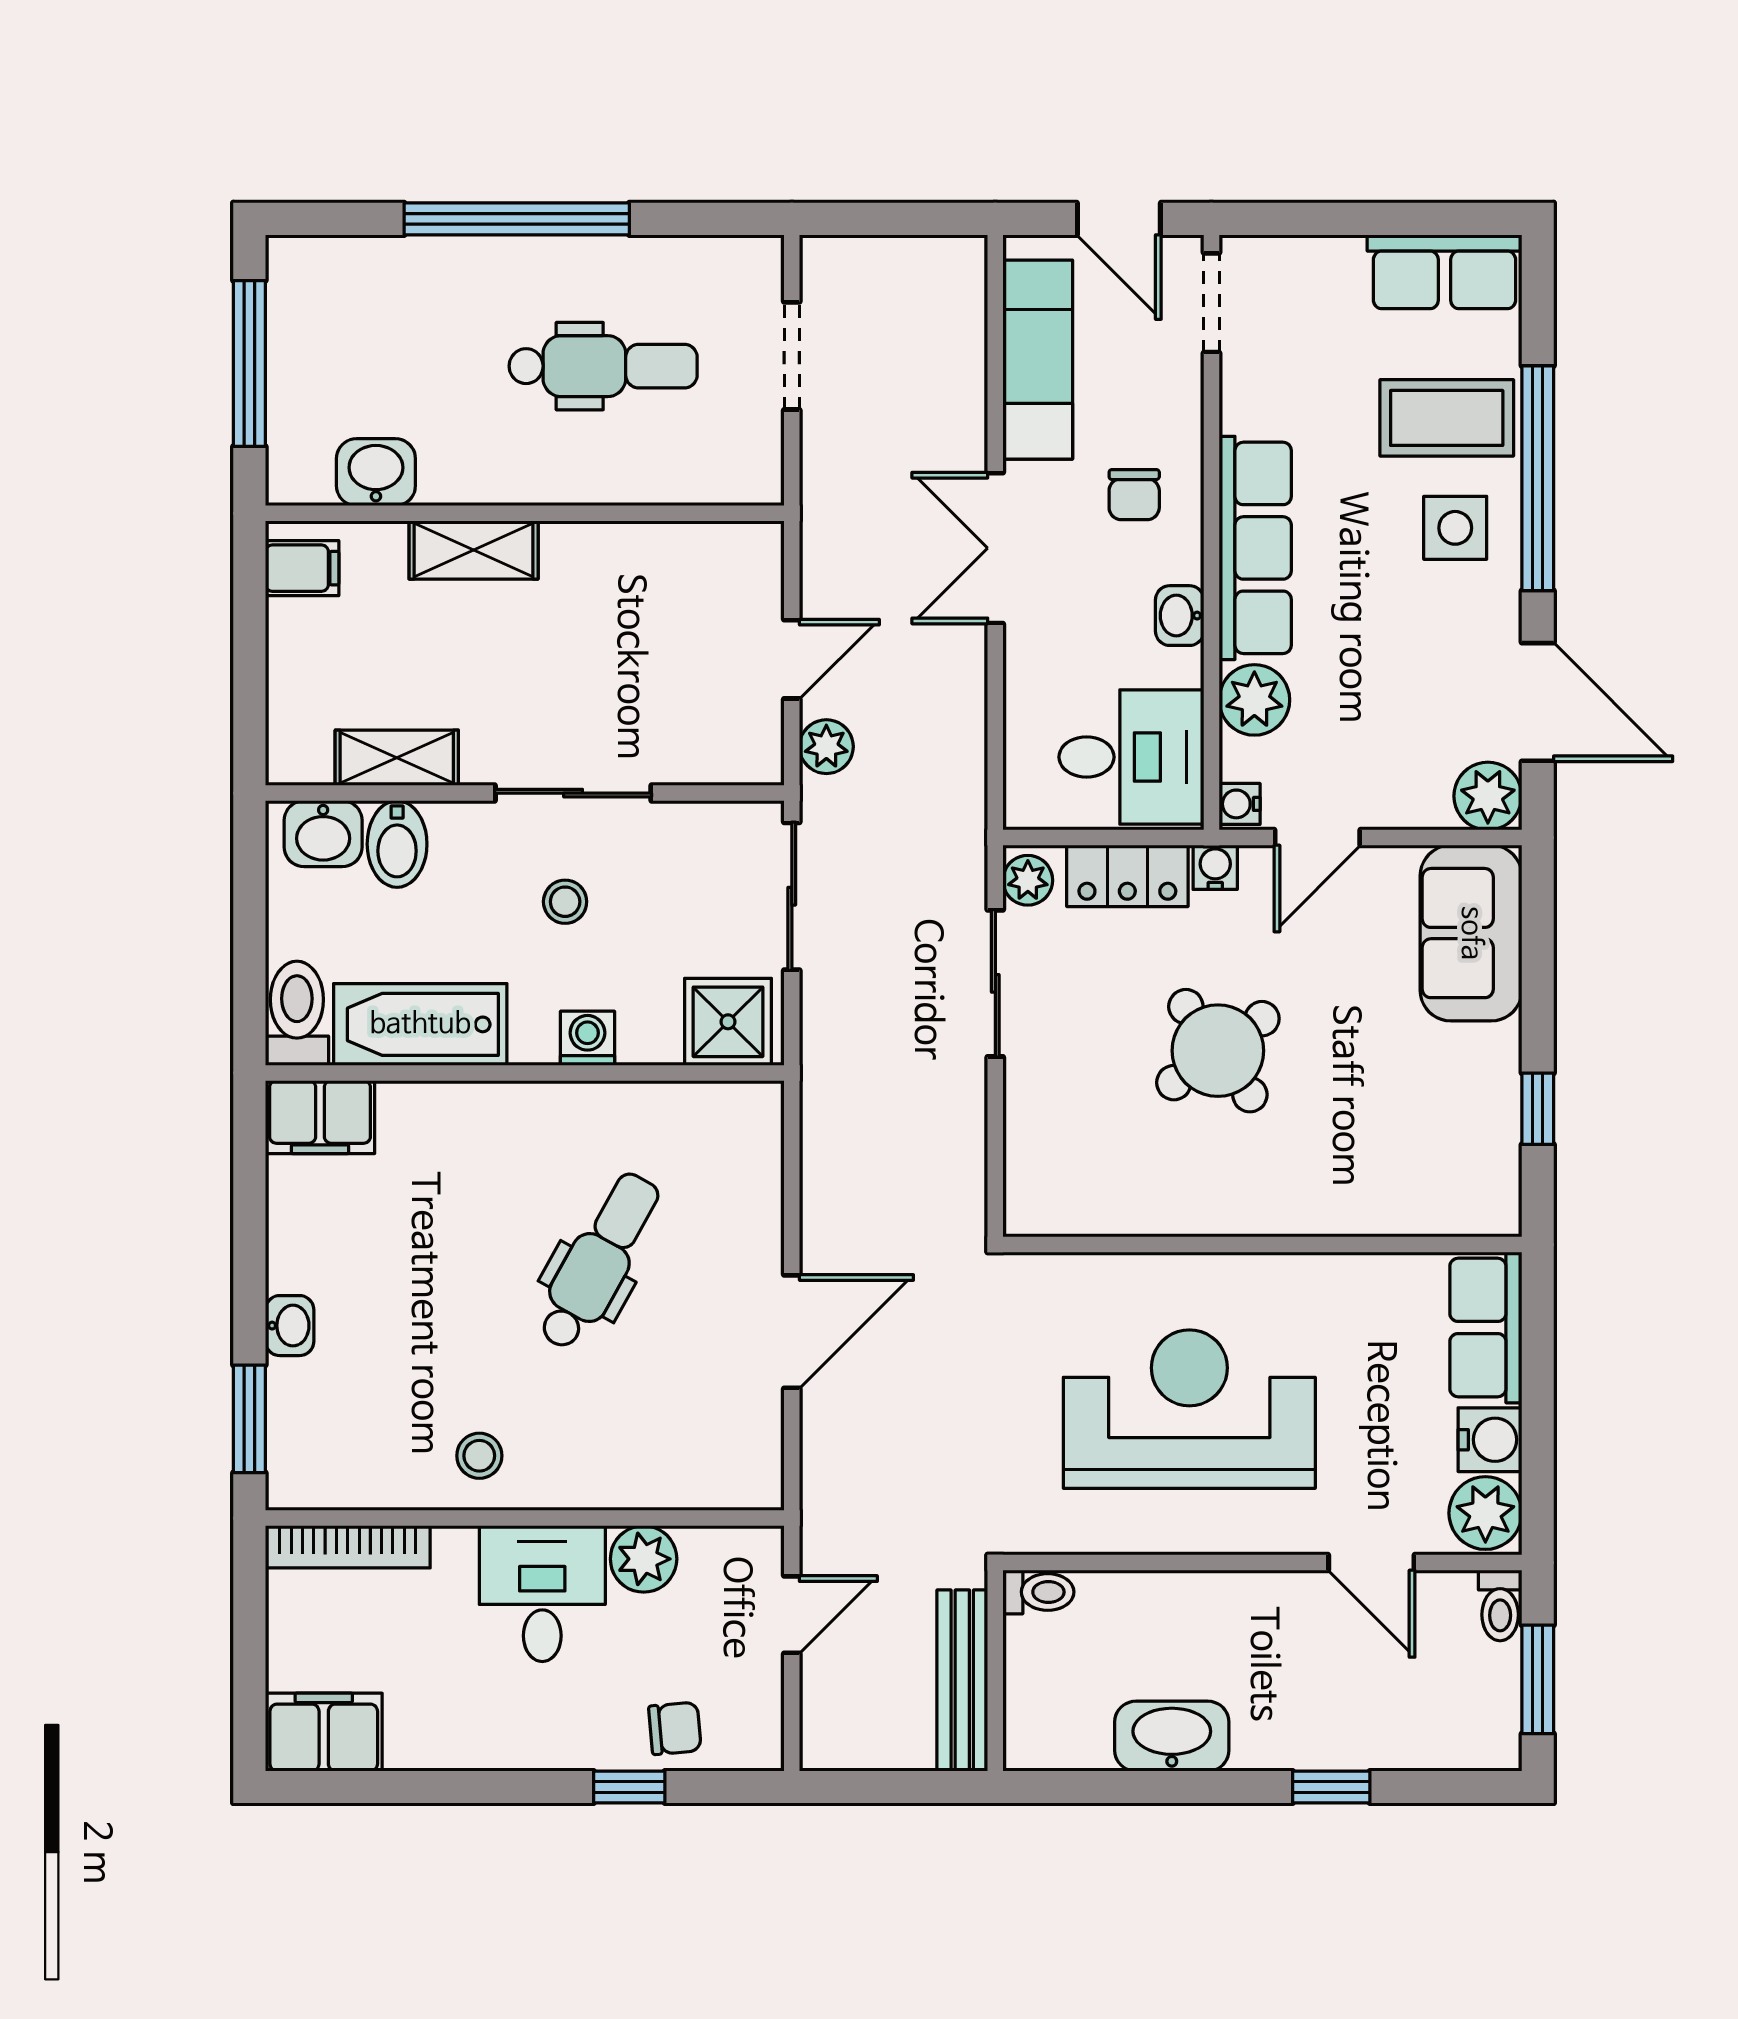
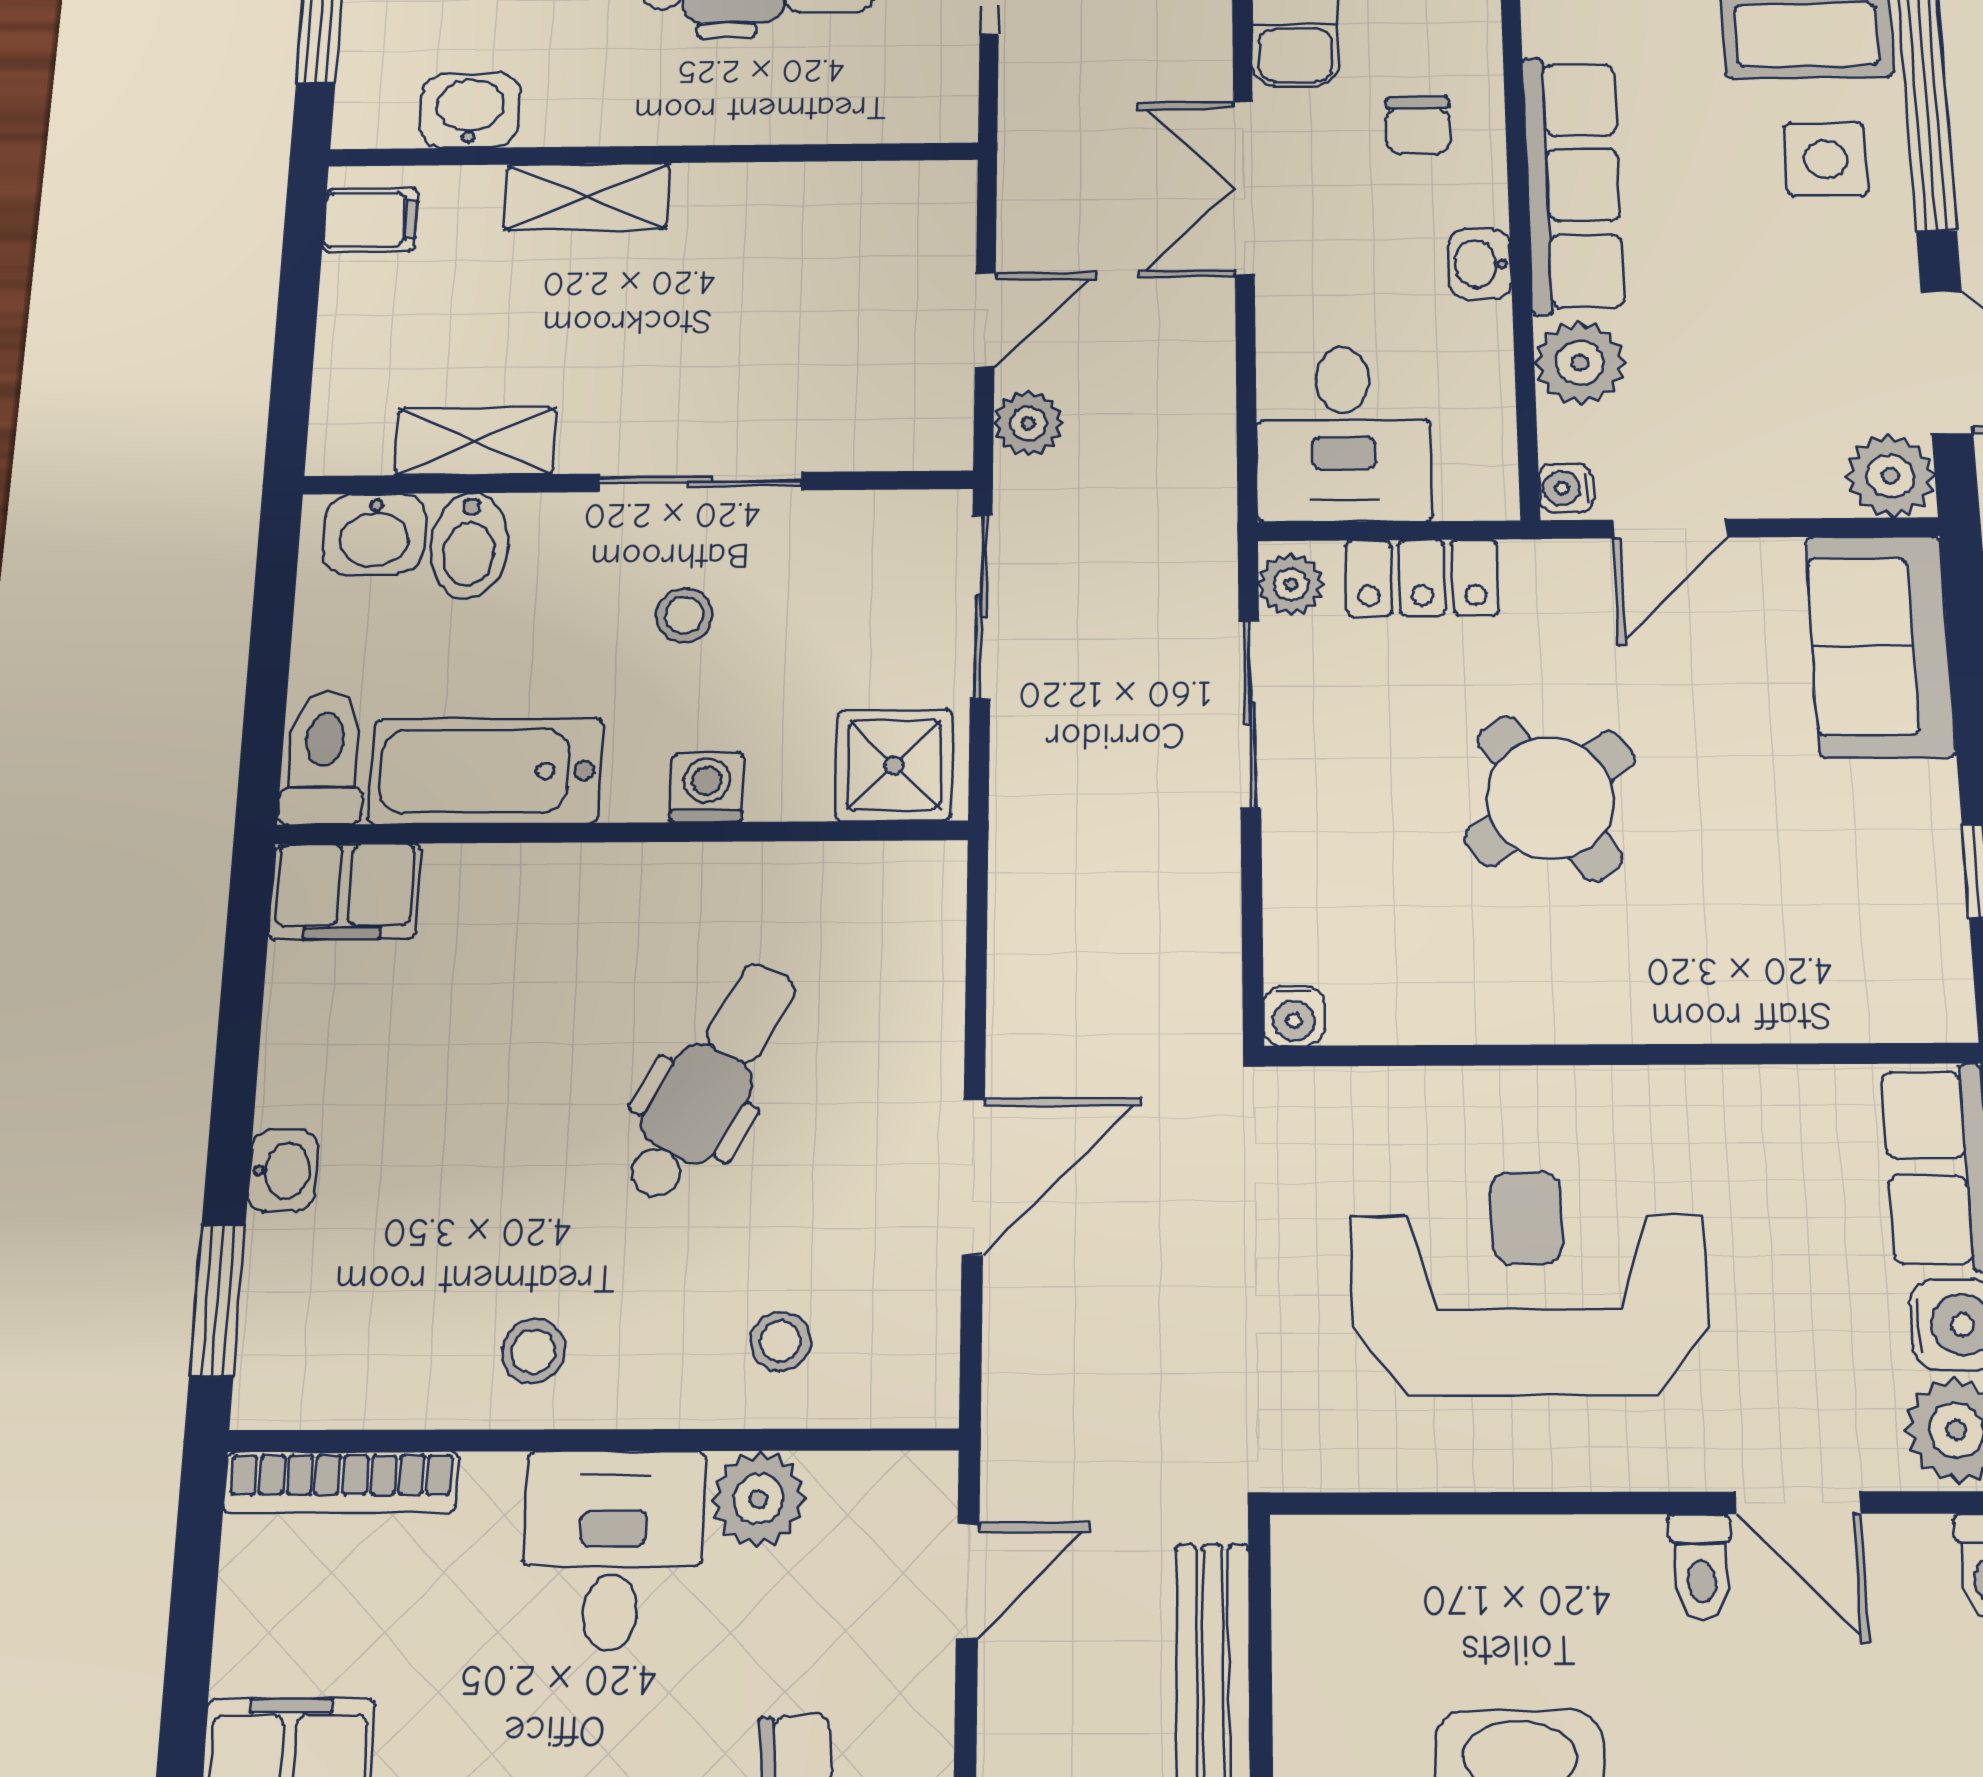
desk: (1131, 757) -> (1344, 434), moved, turned 90
water cooler: (1215, 867) -> (1294, 1016), moved, turned 180
stool: (656, 1449) -> (781, 1341), added
toilet: (1038, 1592) -> (1701, 1567), moved, turned 90

